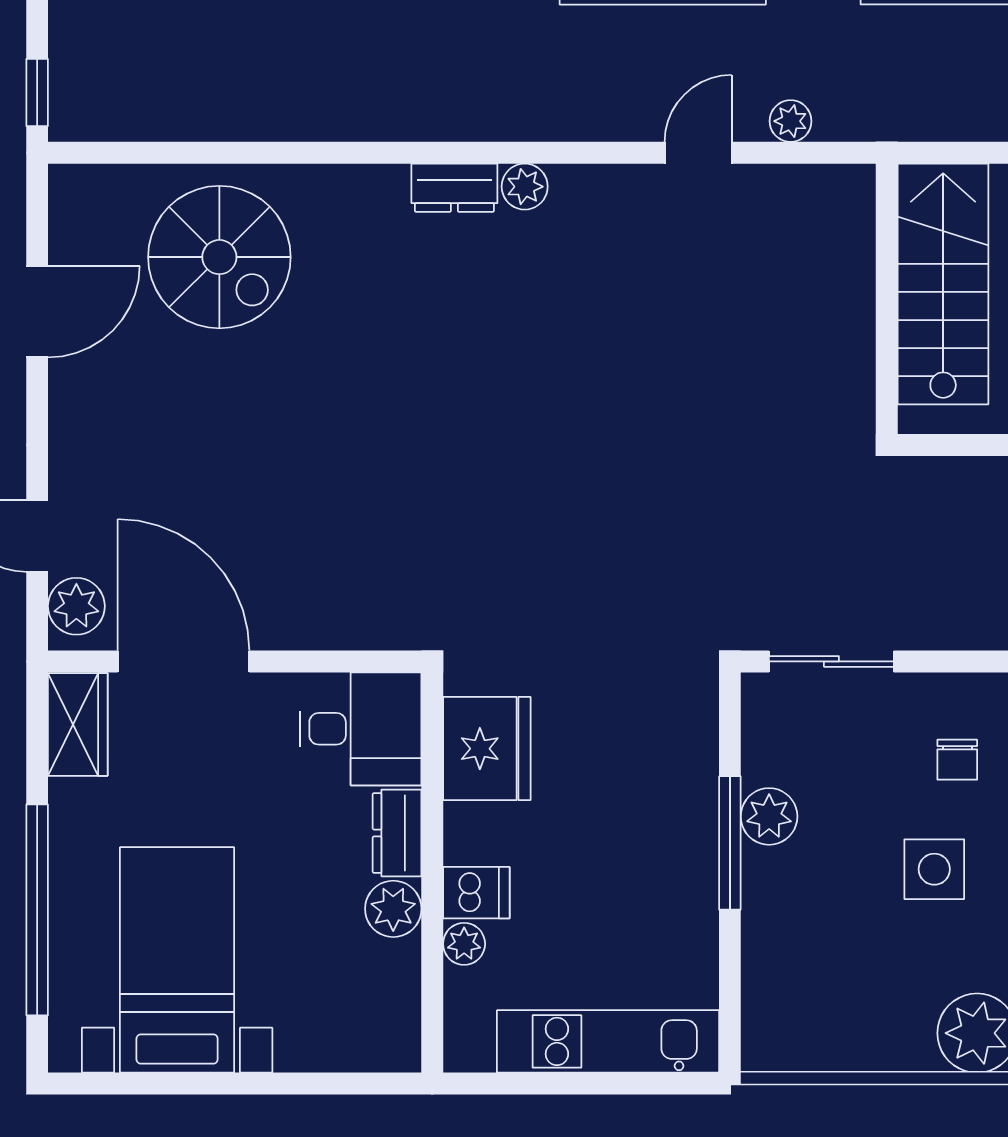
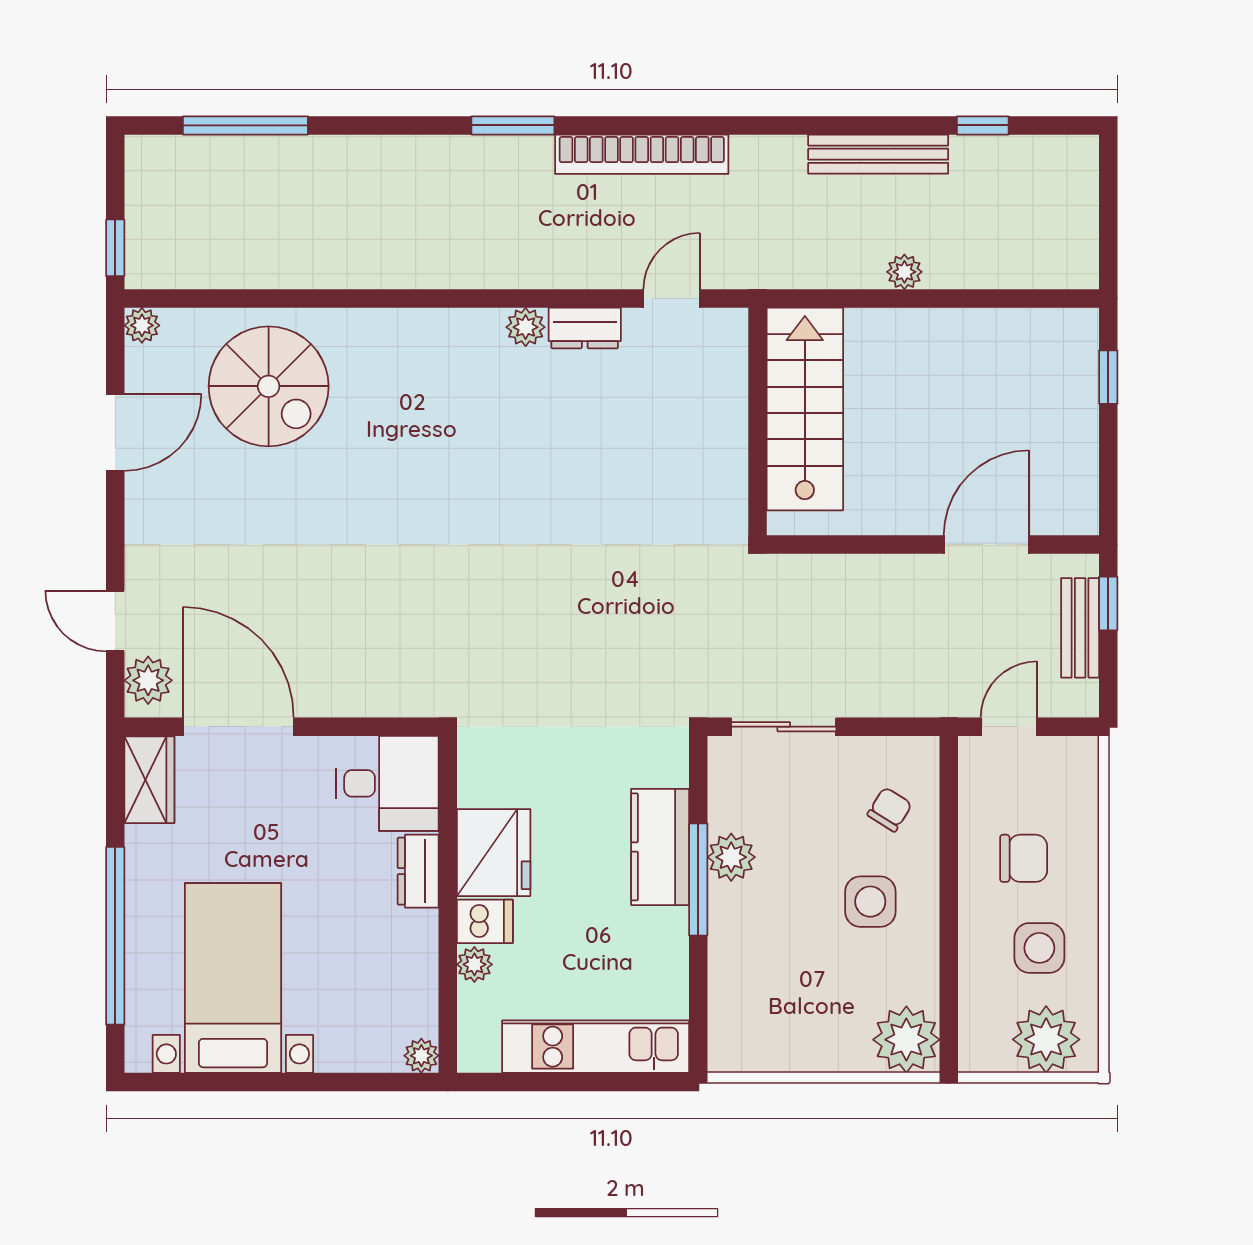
plant: (791, 121) -> (904, 272), moved
plant: (69, 185) -> (142, 325), added
dresser: (454, 188) -> (585, 328), moved
stairs: (943, 284) -> (805, 409), moved
wall: (887, 299) -> (757, 422), moved
fridge: (487, 749) -> (494, 853), moved
chair: (957, 760) -> (890, 809), turned -148
kitchen counter: (685, 804) -> (660, 847), added
plant: (393, 909) -> (421, 1056), moved, width x0.73, depth x0.73

